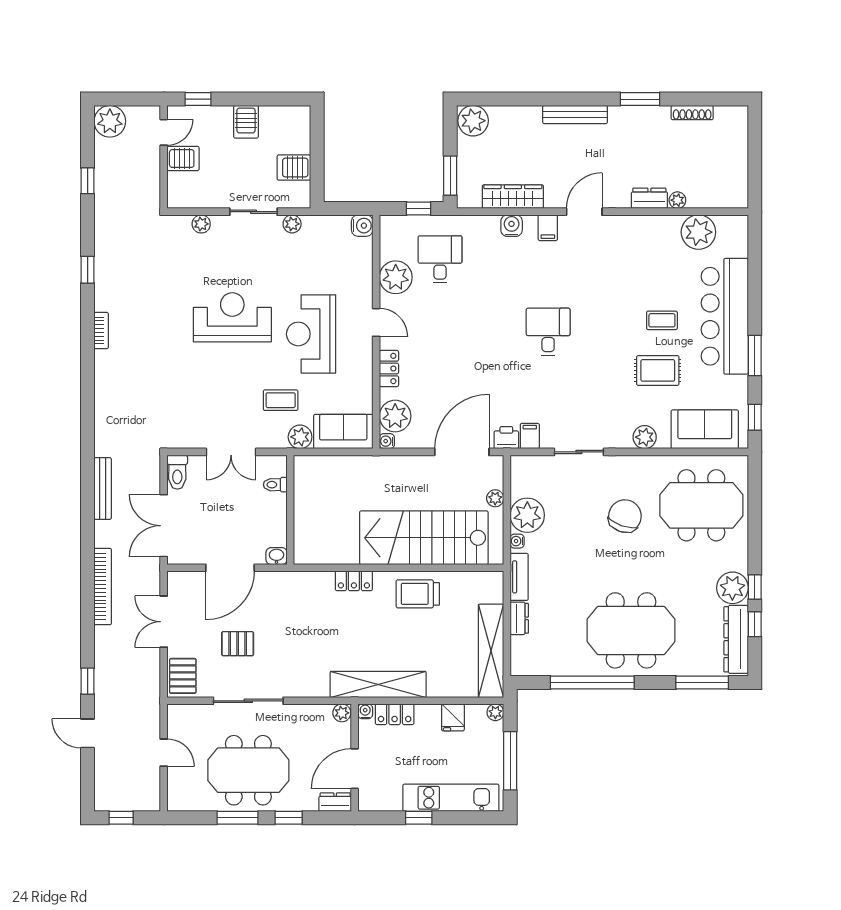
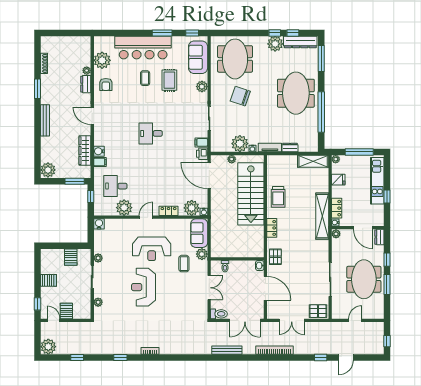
filing cabinet: (548, 228) -> (100, 162), moved
armchair: (649, 240) -> (106, 84), added
pallet: (238, 644) -> (275, 257), moved
shelving: (491, 651) -> (313, 161), width x0.68

